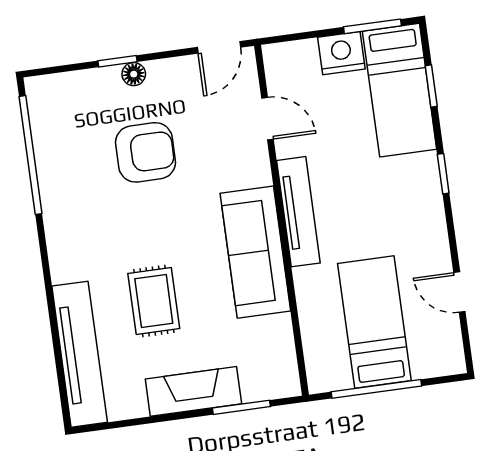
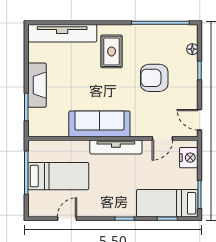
nightstand: (341, 53) -> (189, 158), moved
floor lamp: (134, 74) -> (192, 49), moved
armchair: (145, 152) -> (154, 78), turned 90
rug: (154, 301) -> (112, 51), moved, turned 90

